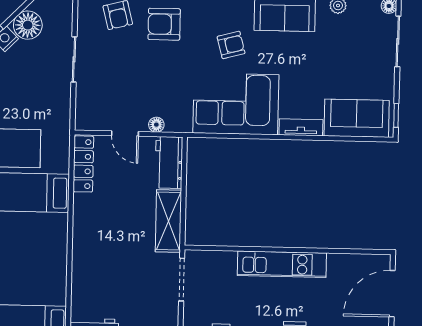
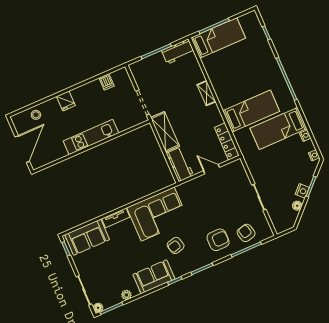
floor lamp: (28, 25) -> (297, 206), width x0.53, depth x0.53
floor lamp: (156, 125) -> (197, 182), removed
shelving: (80, 250) -> (206, 93), added

